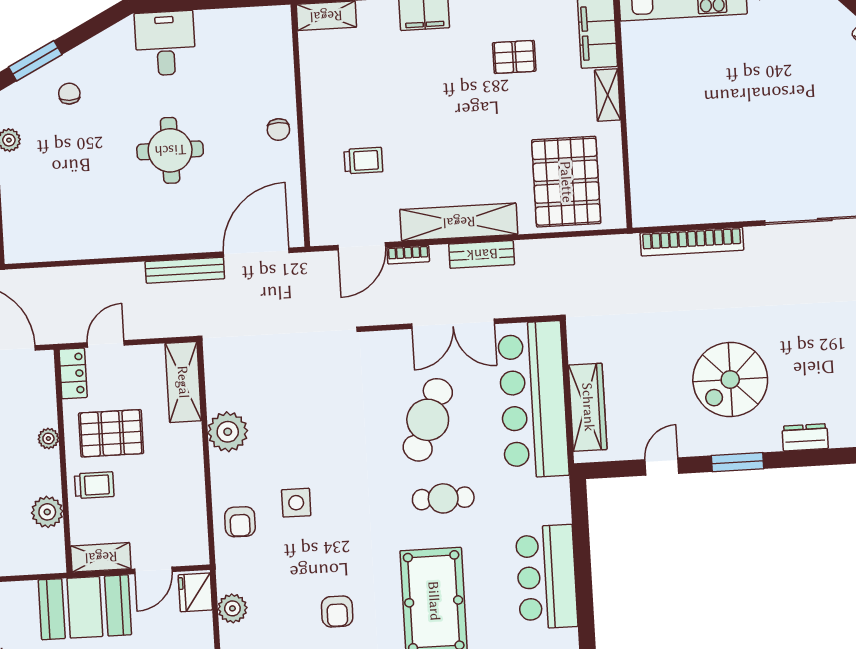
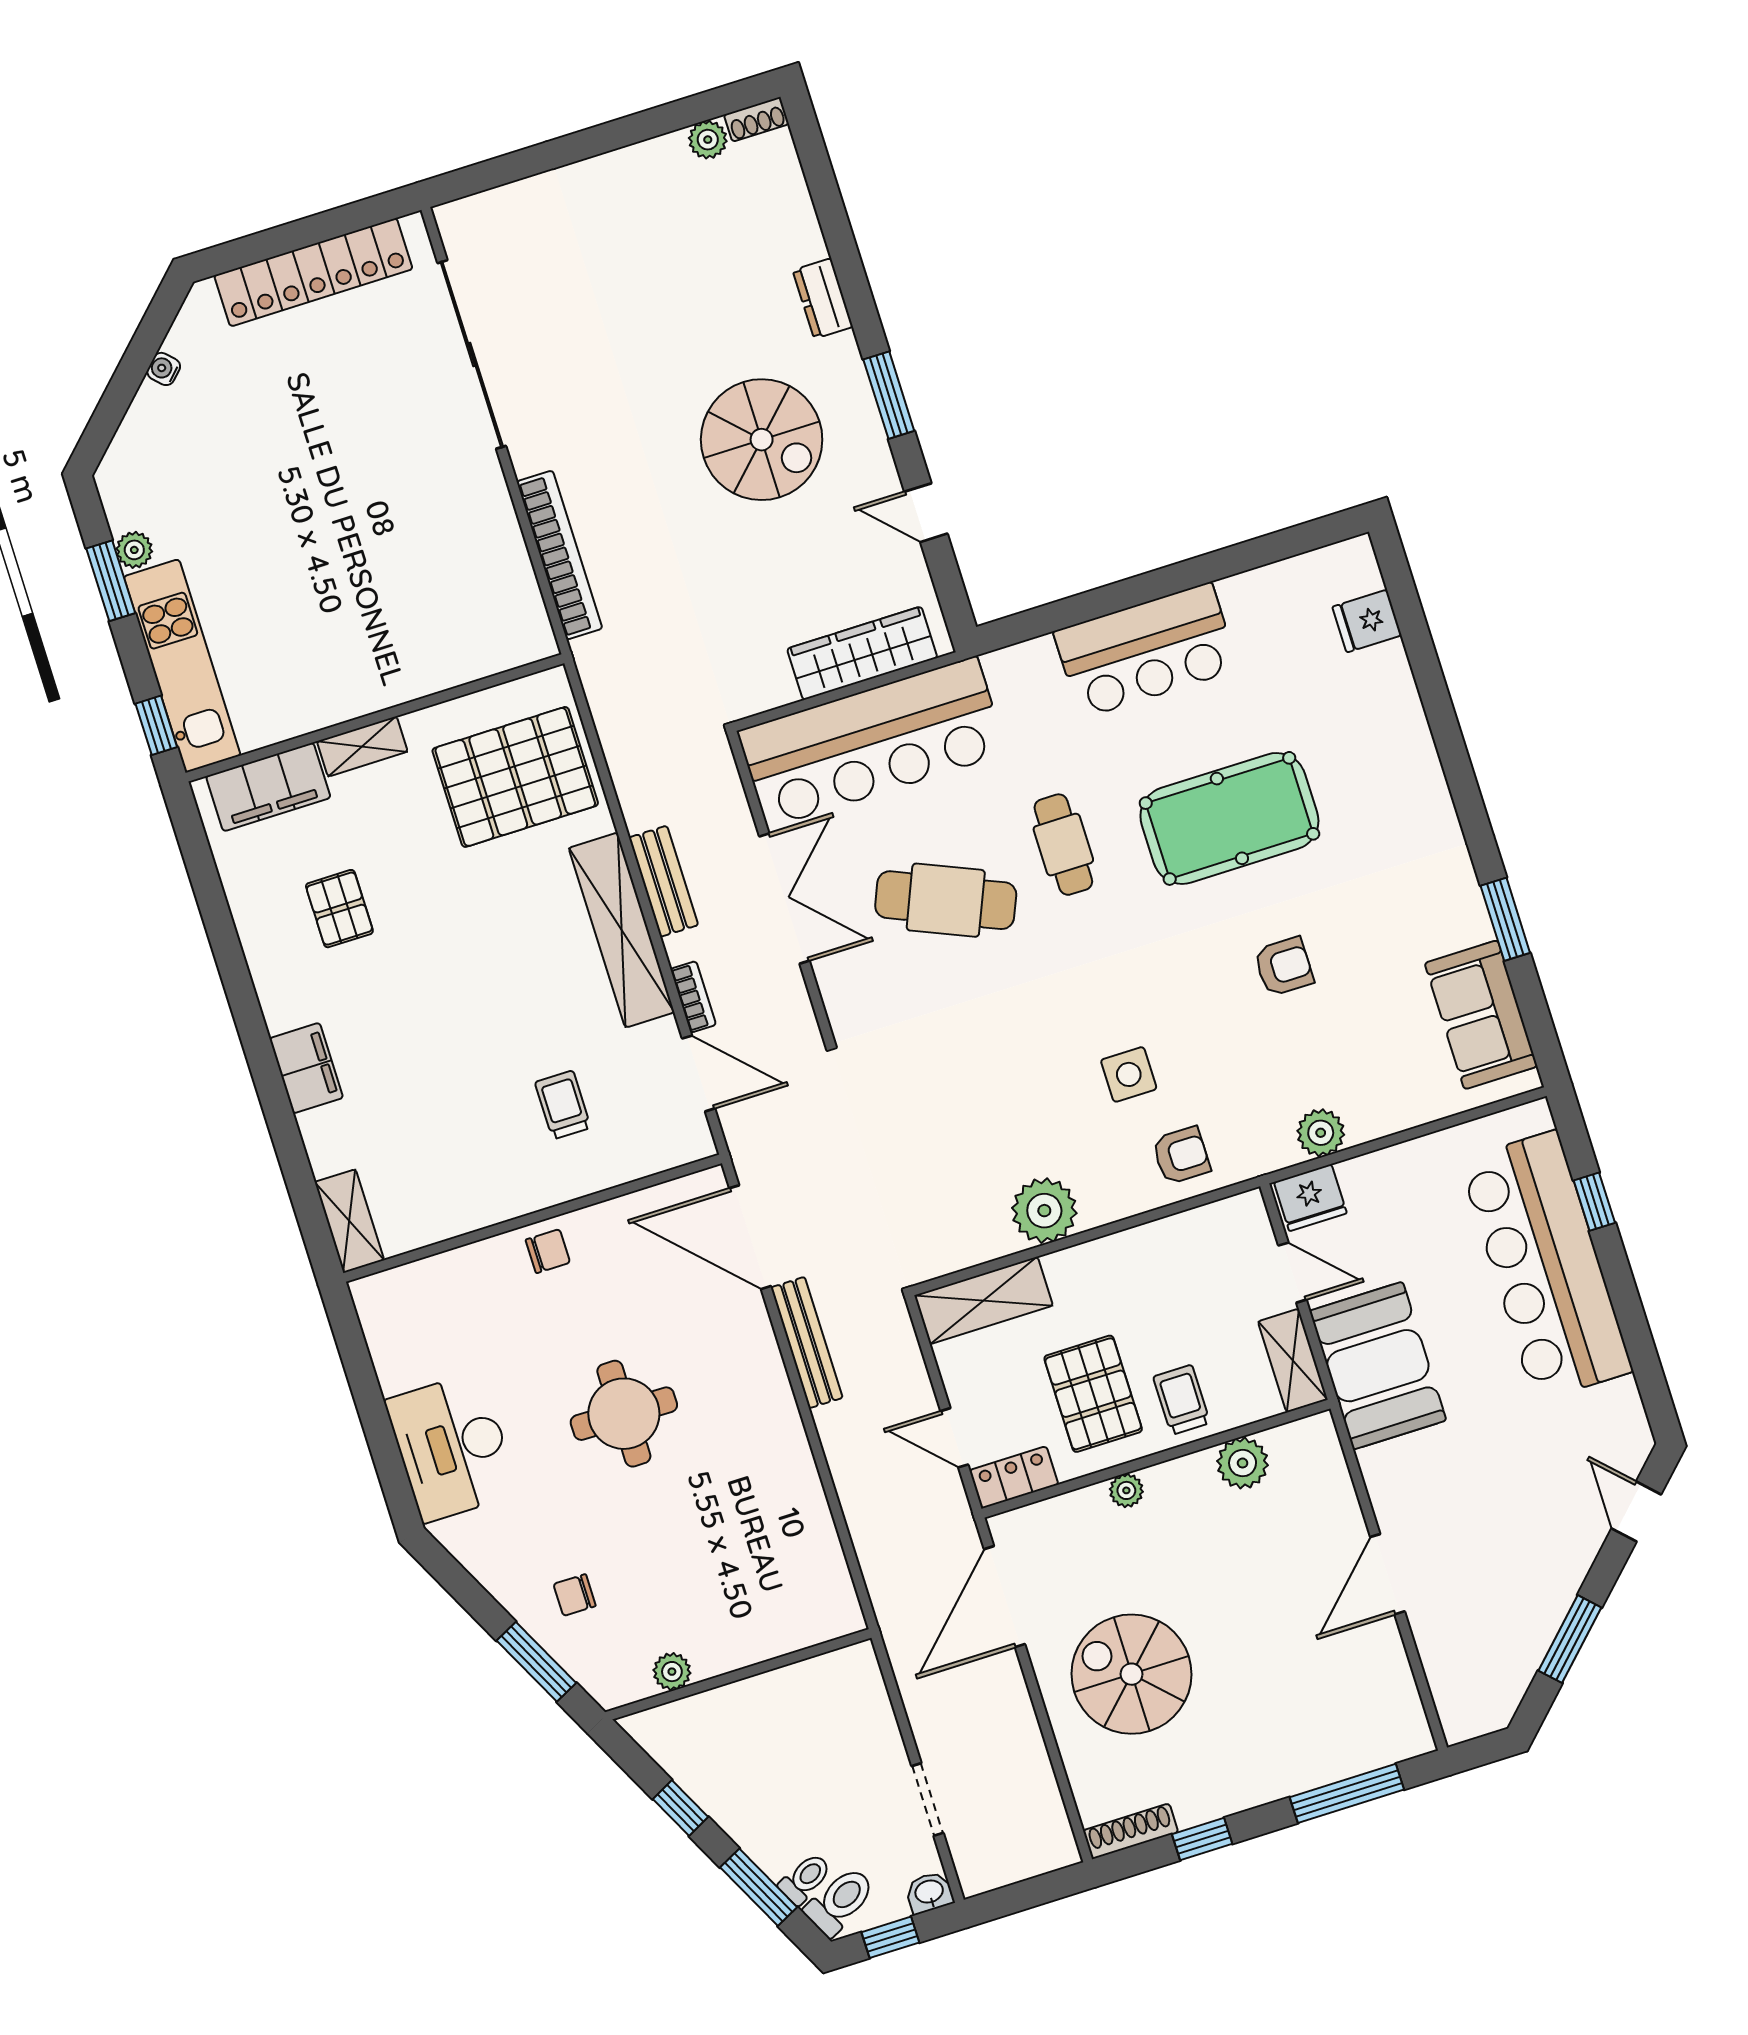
desk: (165, 43) -> (452, 1447), width x1.37

